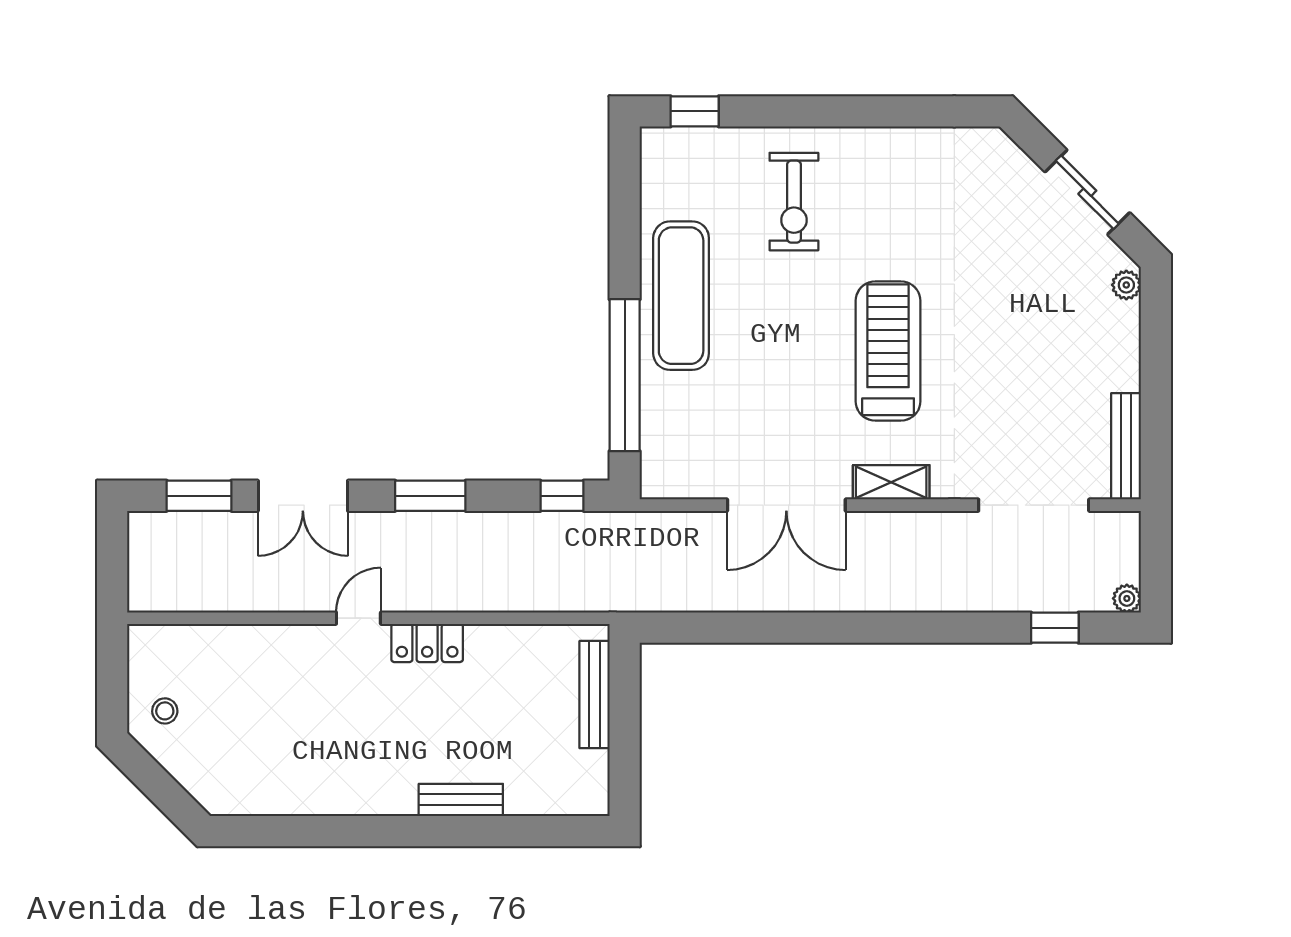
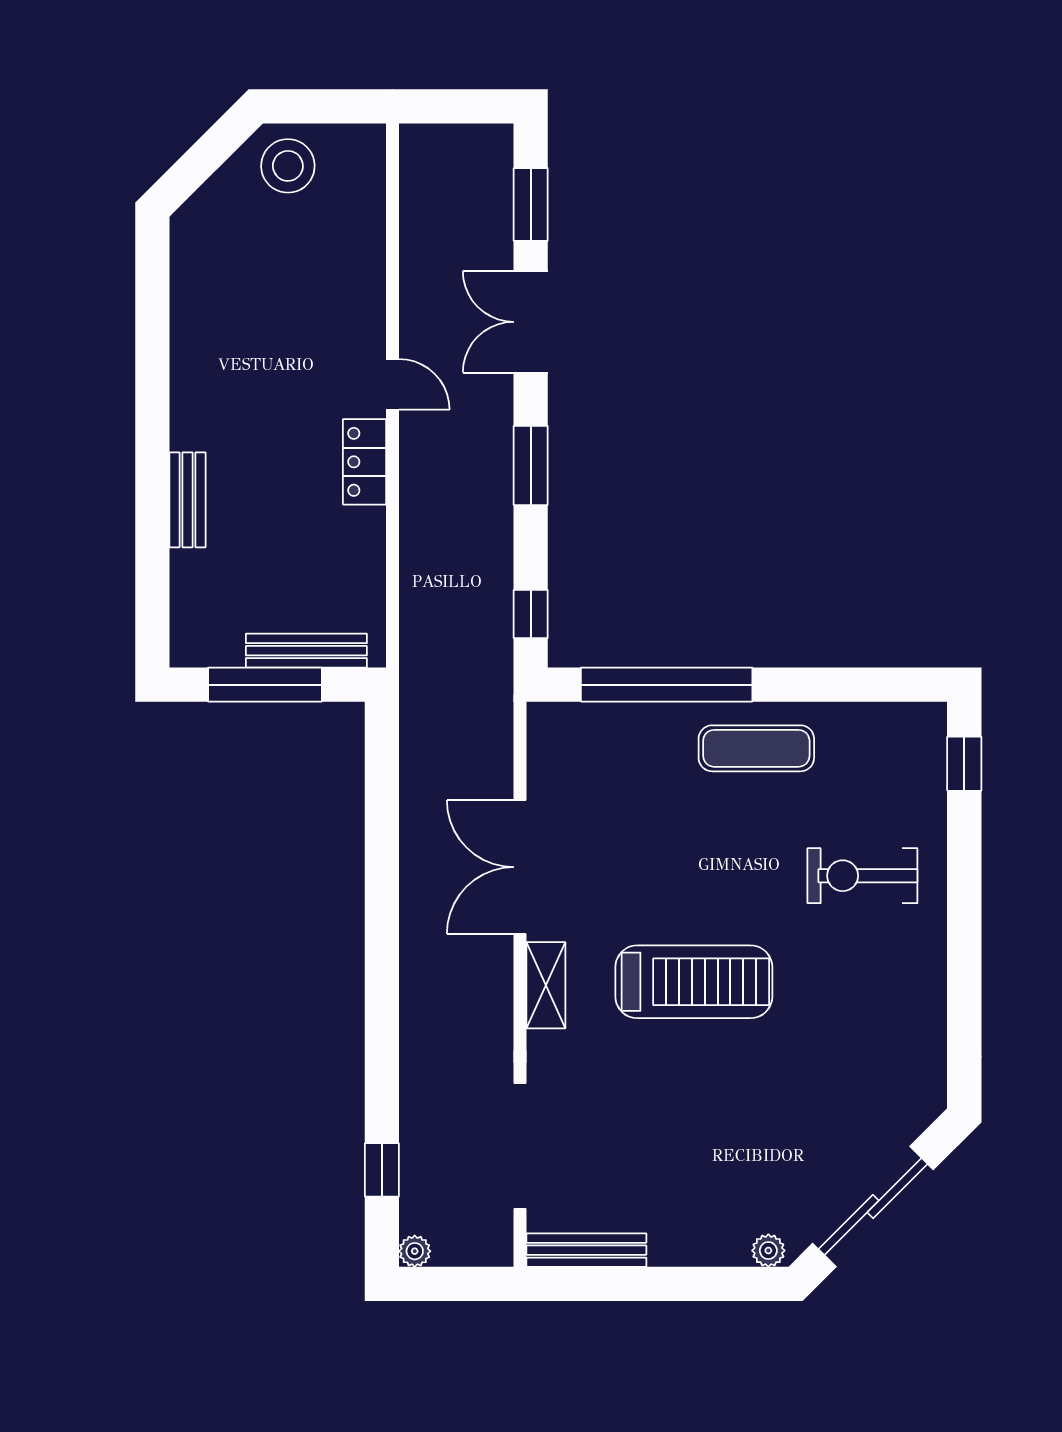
sliding door: (1087, 192) -> (873, 1207), width x1.37
exercise mat: (681, 296) -> (756, 748), width x0.73, depth x0.69
stool: (165, 711) -> (288, 166), width x1.89, depth x1.89
window: (625, 731) -> (265, 685), added

